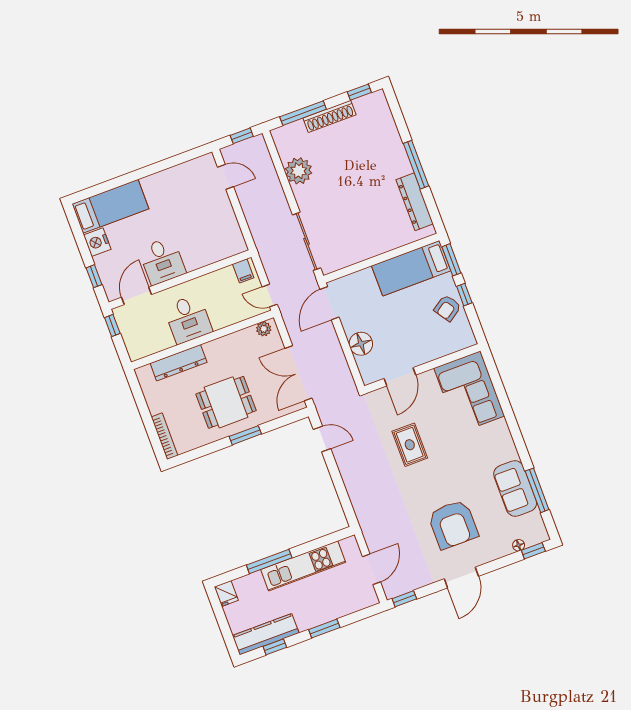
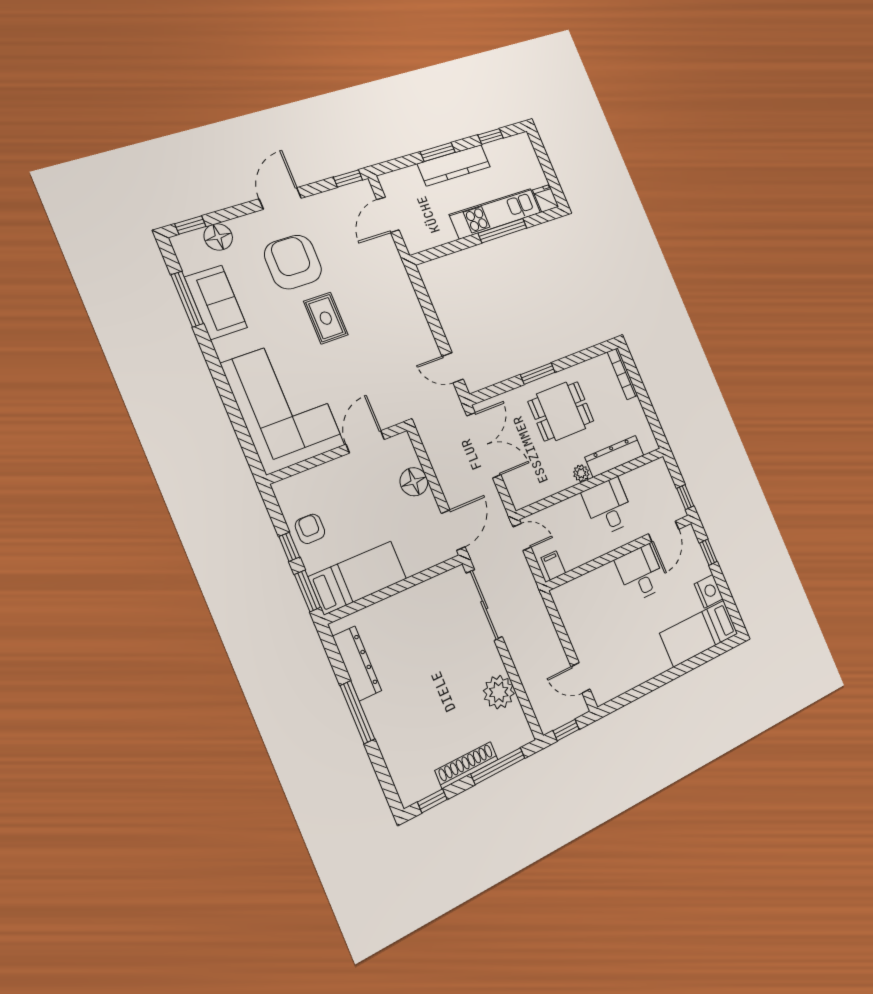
armchair: (448, 308) -> (310, 529), turned -56
plant: (264, 329) -> (581, 473), moved
corner sofa: (469, 392) -> (283, 405), width x1.36, depth x1.36
rug: (410, 445) -> (326, 318), moved
floor lamp: (519, 545) -> (218, 237), width x1.89, depth x1.89
kitchen unit: (303, 566) -> (495, 214), moved
kitchen counter: (266, 634) -> (454, 165), moved

